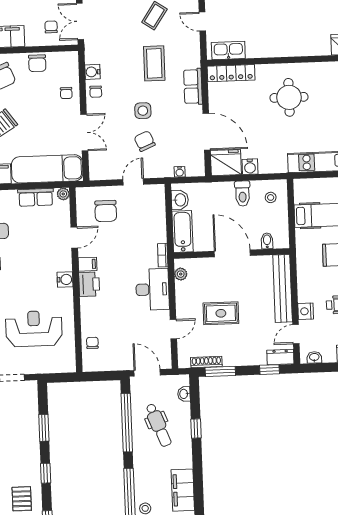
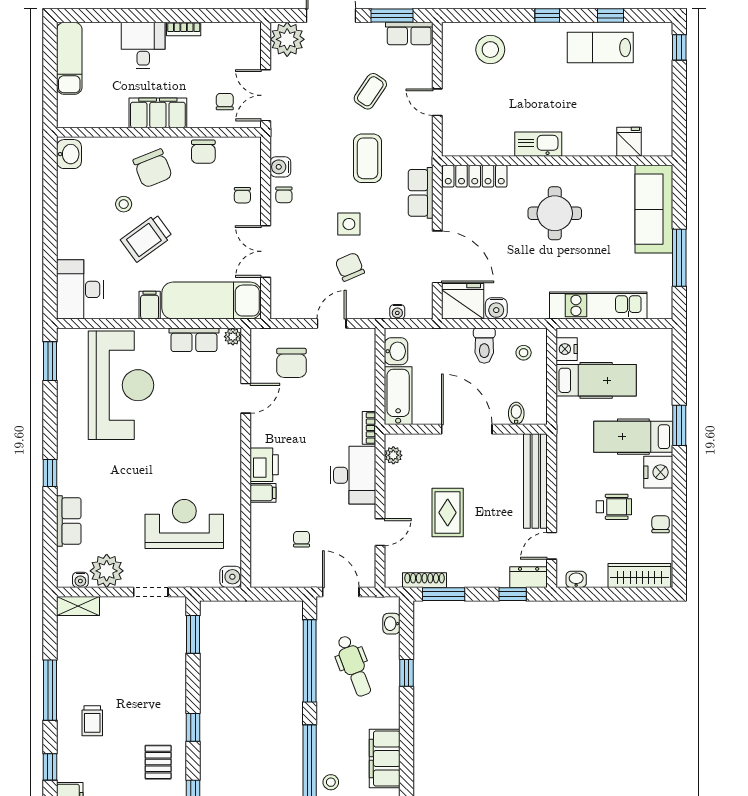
kitchen sink: (228, 50) -> (538, 144), moved
double door: (84, 132) -> (266, 251), swing flipped
filing cabinet: (87, 264) -> (263, 493), moved
water cooler: (65, 279) -> (231, 577), moved
nightstand: (306, 311) -> (567, 349), moved
rug: (221, 313) -> (448, 513), turned 90
chair: (92, 343) -> (302, 539), moved
window: (44, 428) -> (193, 634), moved

